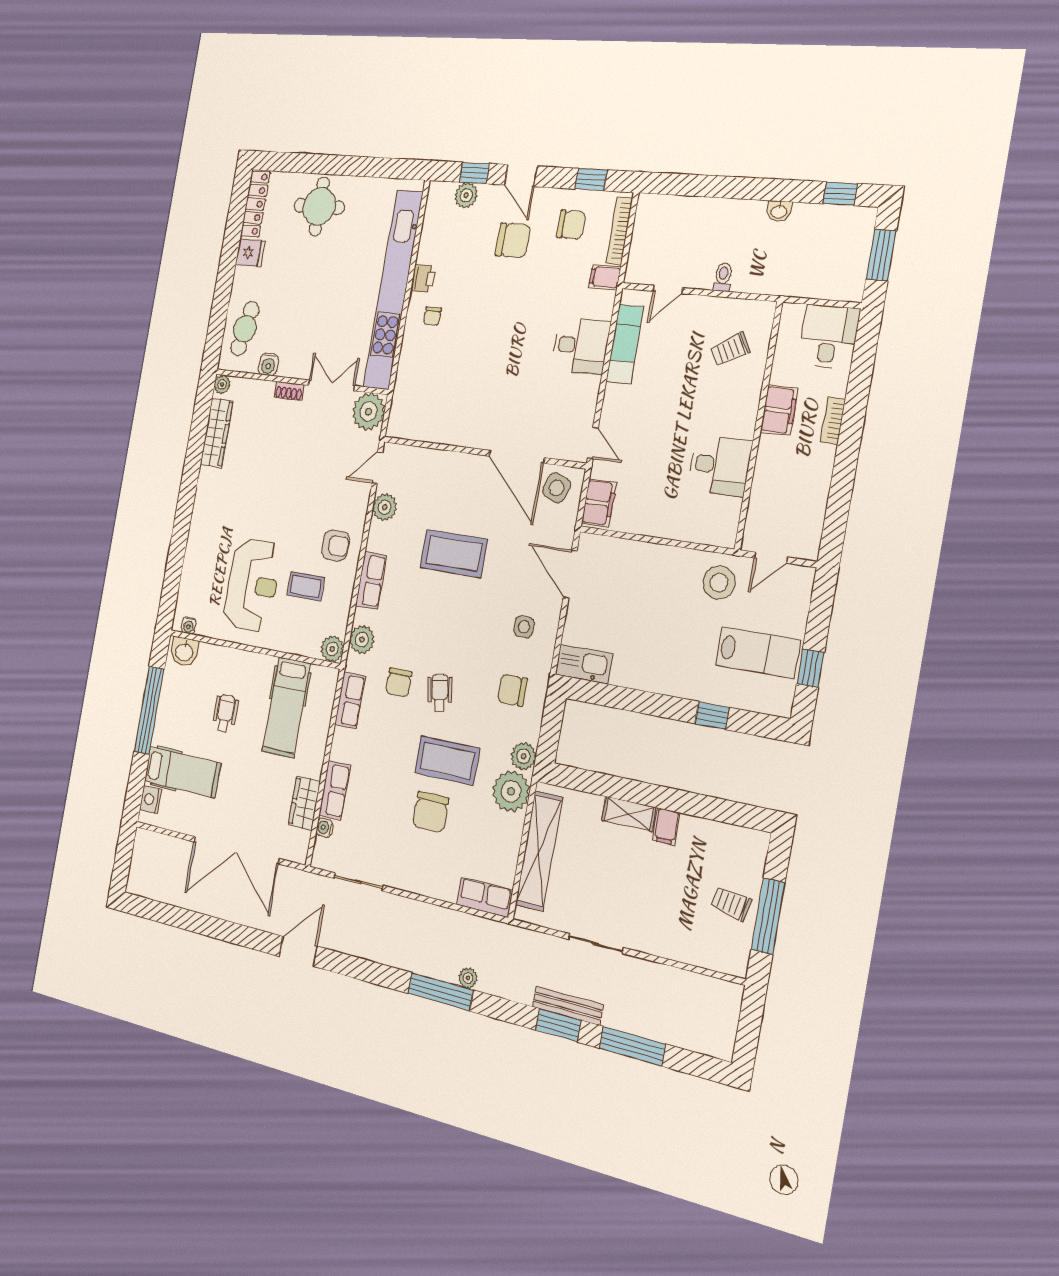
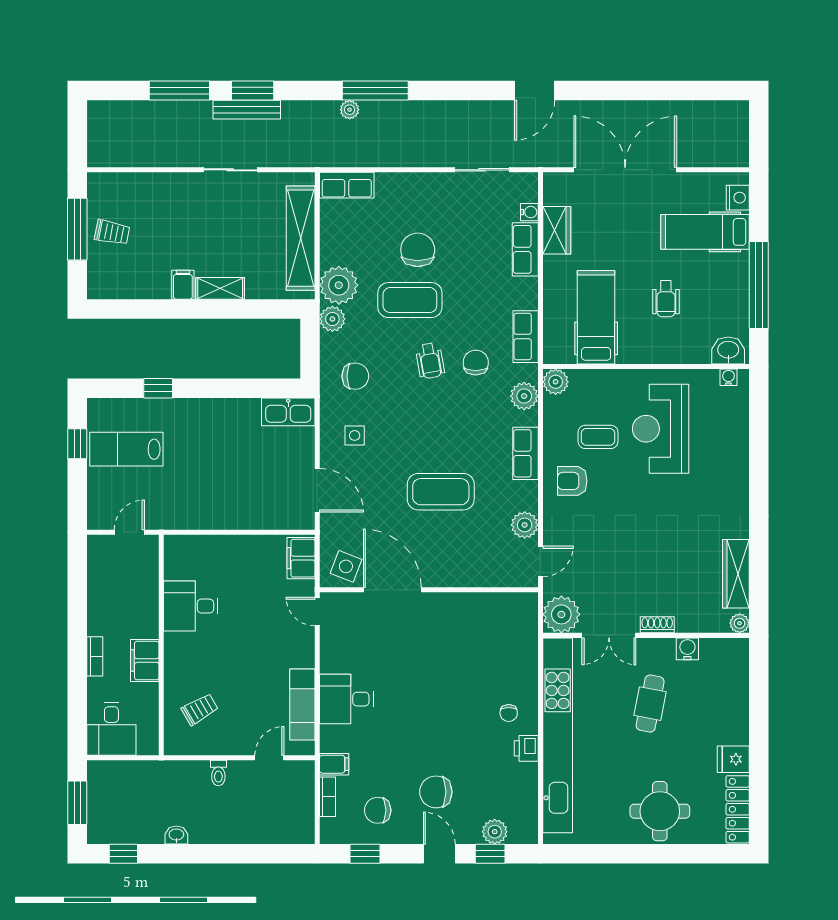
bookcase: (619, 231) -> (328, 797), width x0.64
chair: (432, 316) -> (509, 713), turned 180
cafe table: (245, 329) -> (650, 704), moved
stool: (719, 583) -> (173, 504), removed

